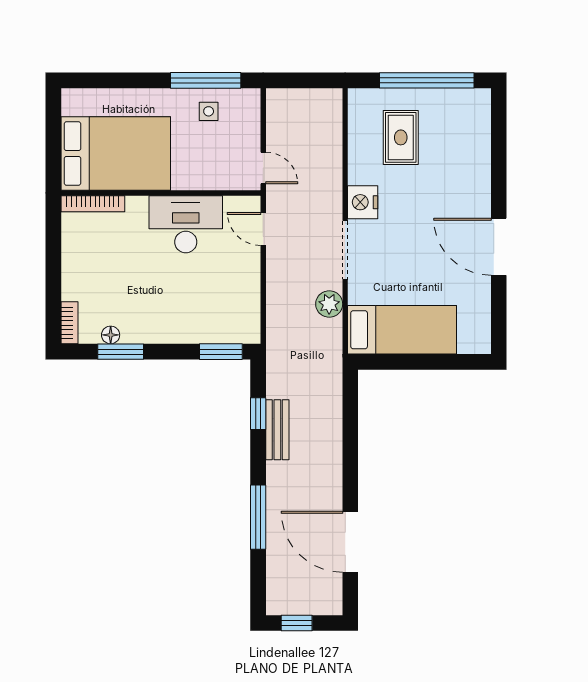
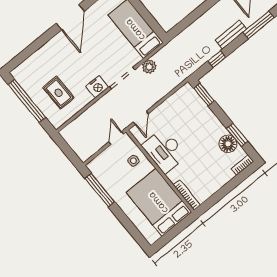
side table: (209, 111) -> (133, 161), moved
rug: (401, 137) -> (59, 93), turned 90
floor lamp: (111, 335) -> (228, 144), width x1.89, depth x1.89
bench: (277, 430) -> (231, 35), moved

